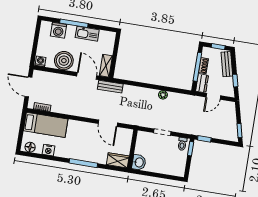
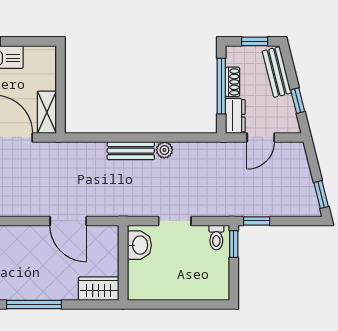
bench: (110, 87) -> (131, 151), moved
washbasin: (139, 162) -> (139, 245), moved

